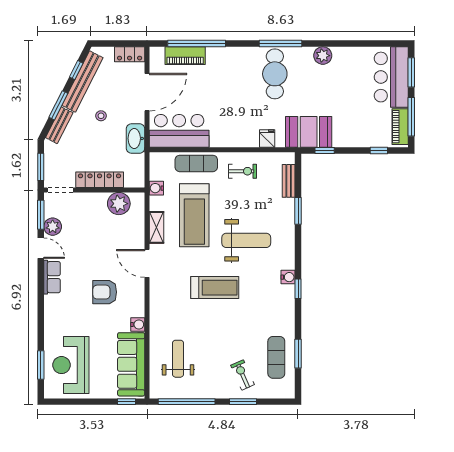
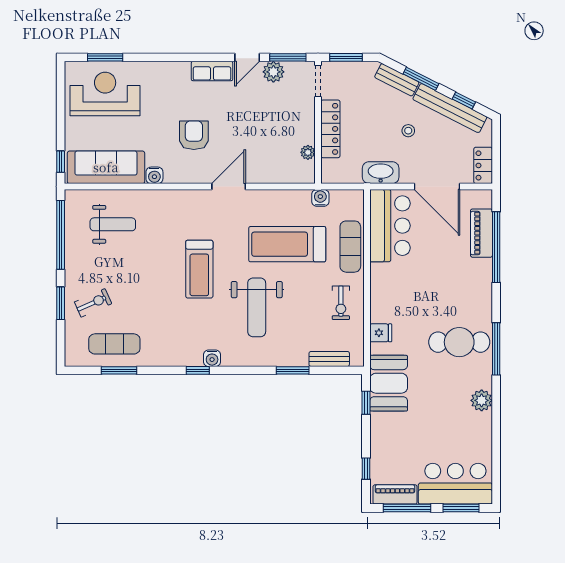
plant: (119, 204) -> (308, 152), width x0.53, depth x0.53
shelving: (156, 227) -> (272, 198), removed

